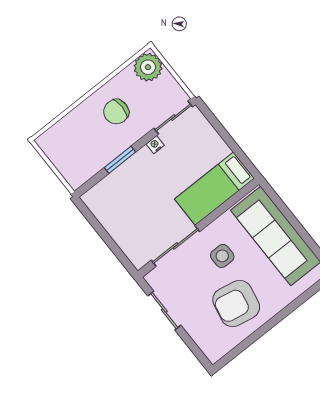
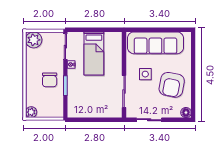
chair: (116, 112) -> (50, 80), moved
plant: (47, 142) -> (31, 112), added
bed: (214, 189) -> (94, 53), moved
floor lamp: (214, 353) -> (186, 113), added

